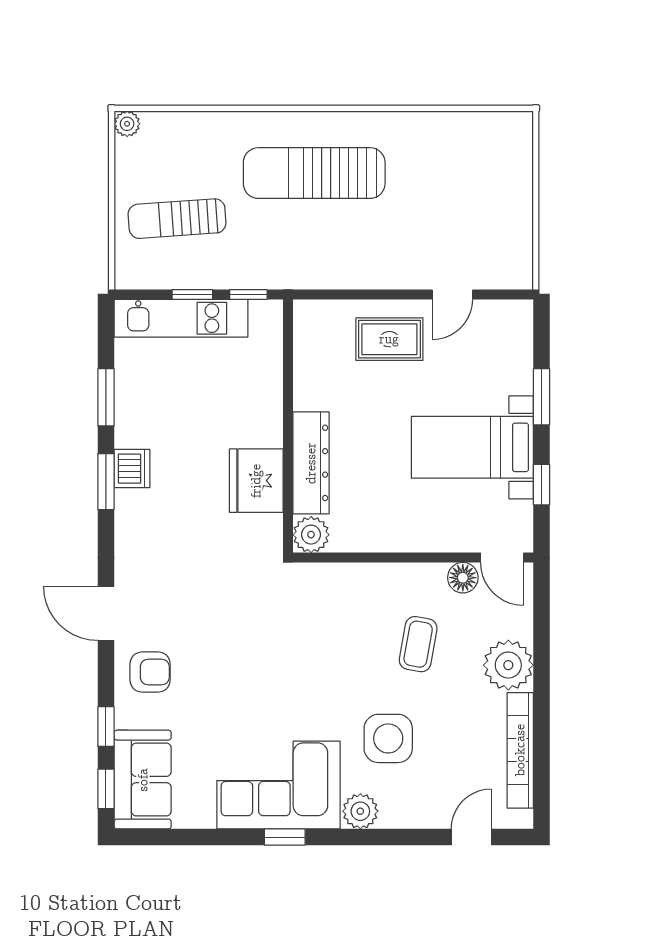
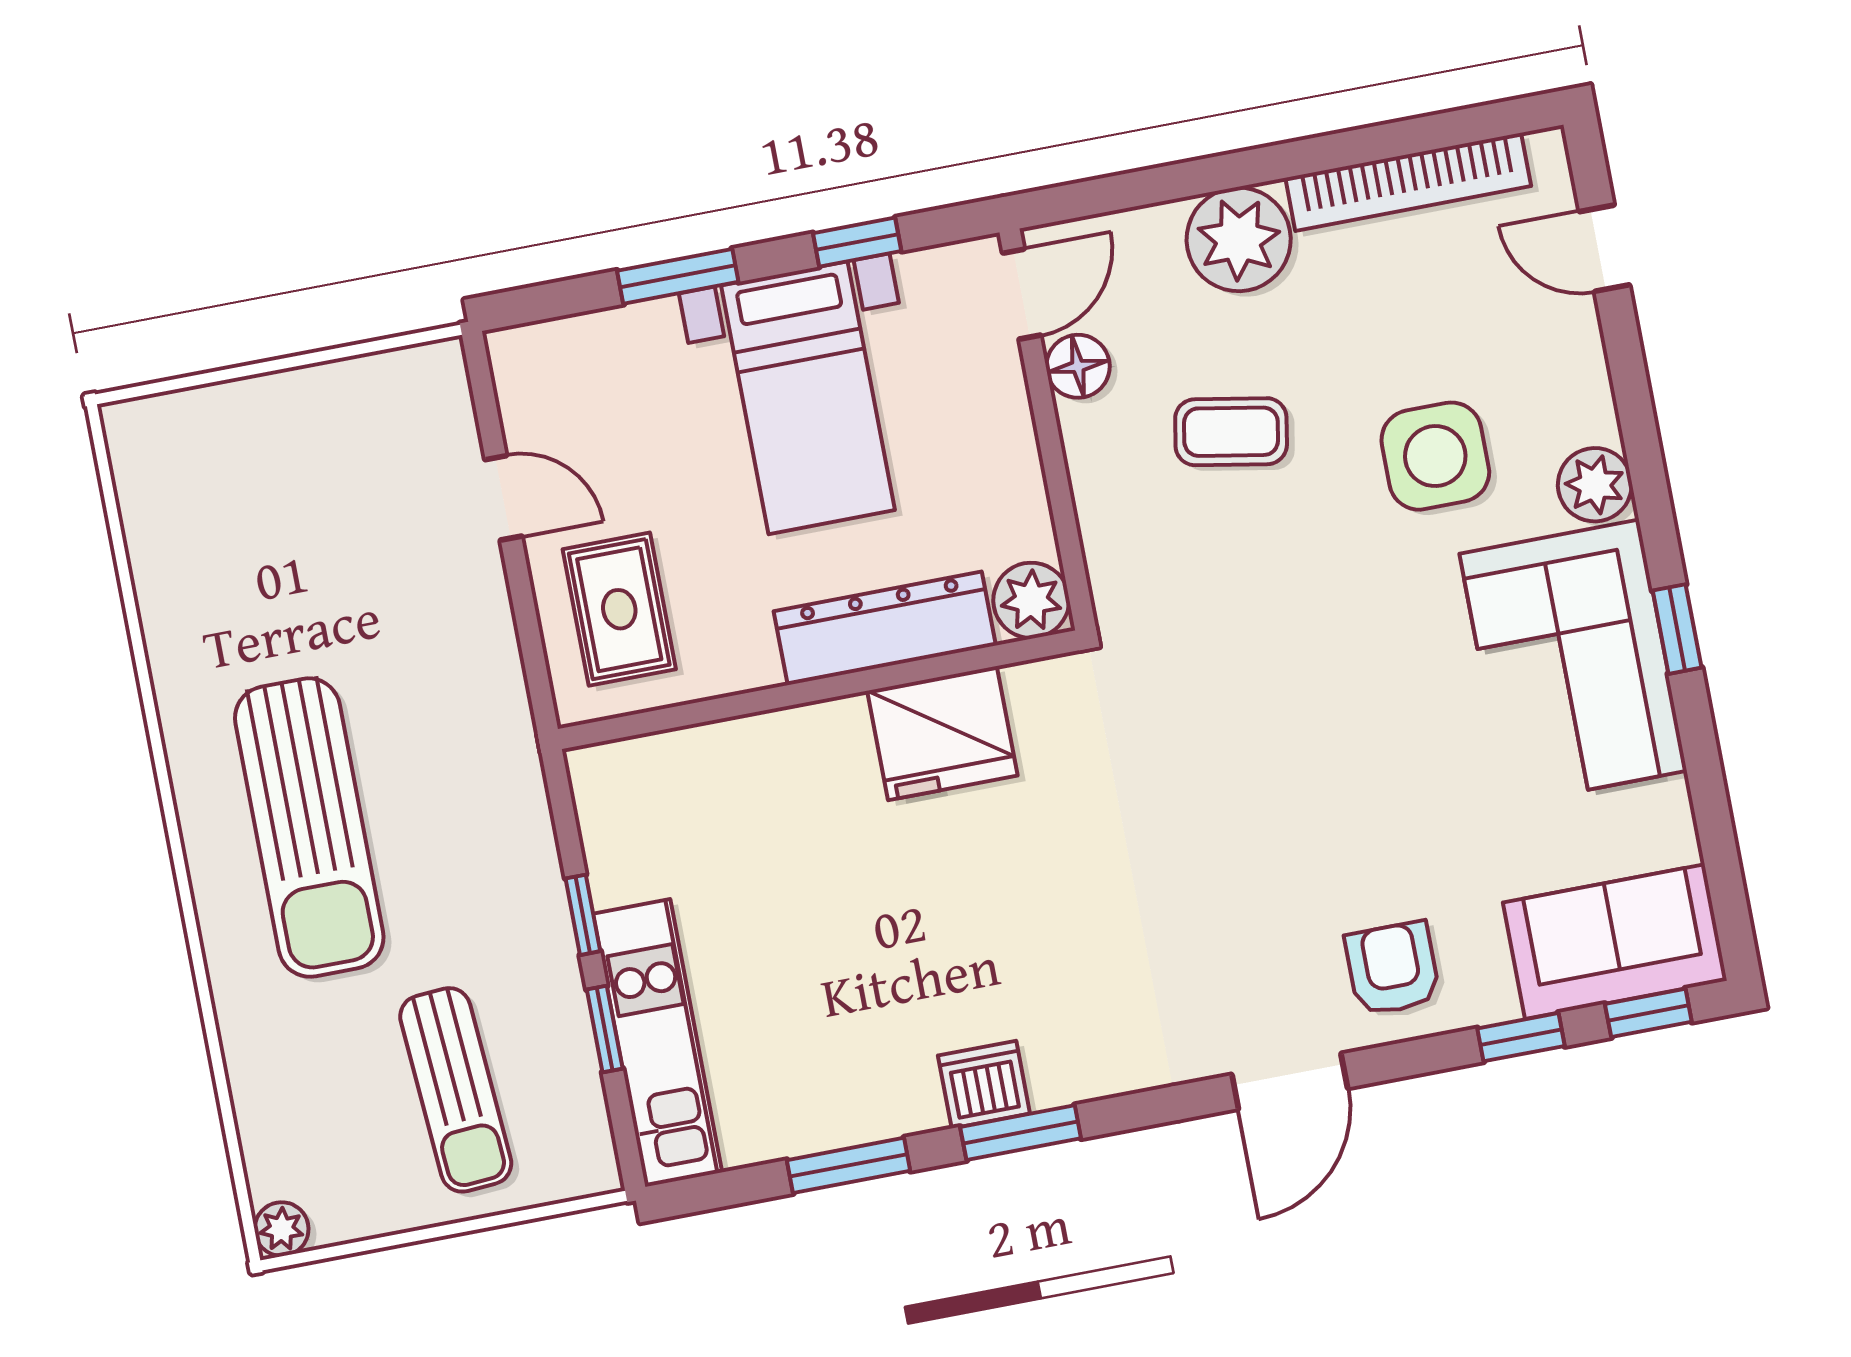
wall: (288, 426) -> (819, 690), moved
dresser: (311, 463) -> (885, 628), moved
fridge: (256, 481) -> (942, 733), moved
plant: (311, 535) -> (1031, 600), moved

